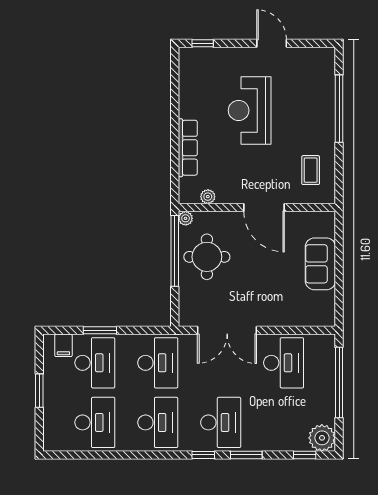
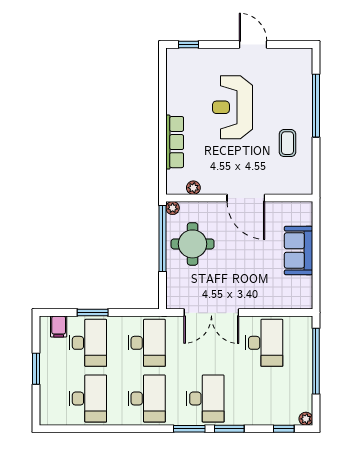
coffee table: (311, 170) -> (288, 143), moved
plant: (322, 438) -> (306, 419), width x0.53, depth x0.53
window: (203, 455) -> (189, 429), width x1.50

